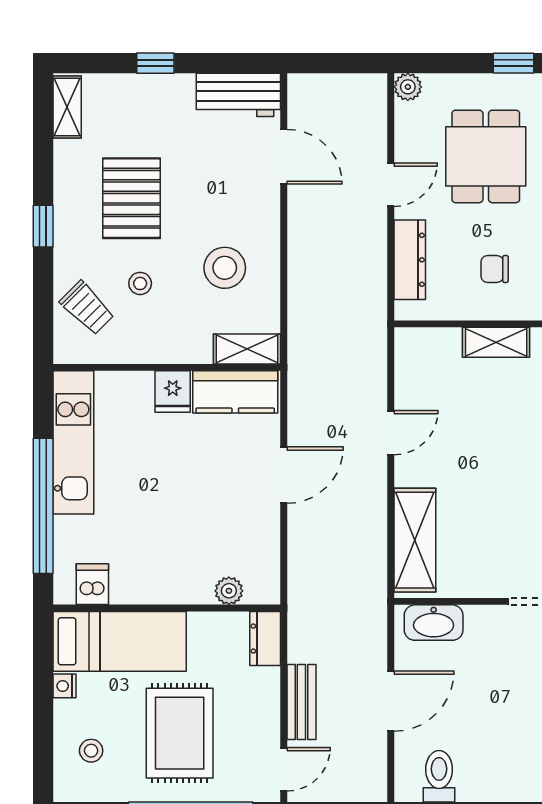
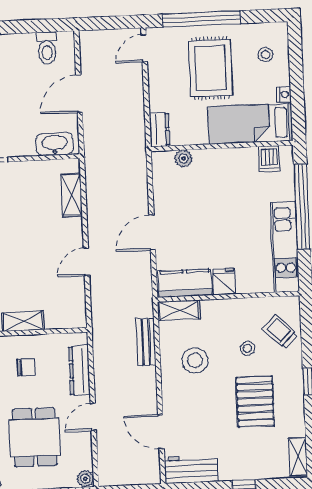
shelving: (415, 540) -> (72, 195), width x0.67, depth x0.75
bench: (301, 702) -> (146, 342), moved

